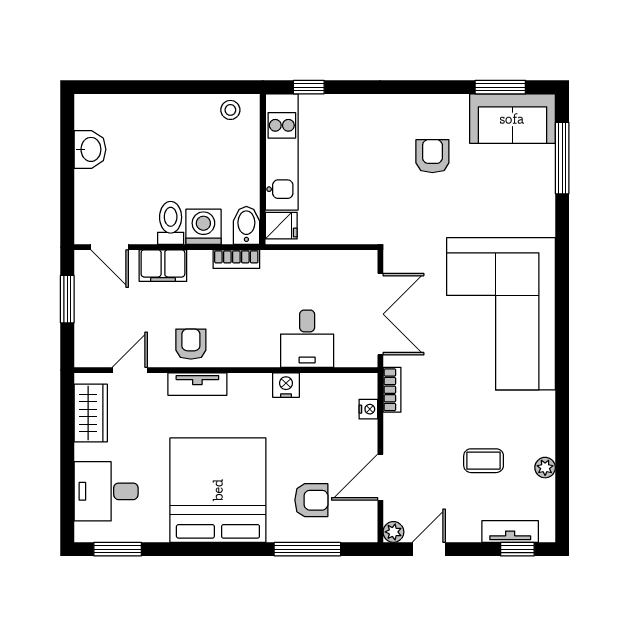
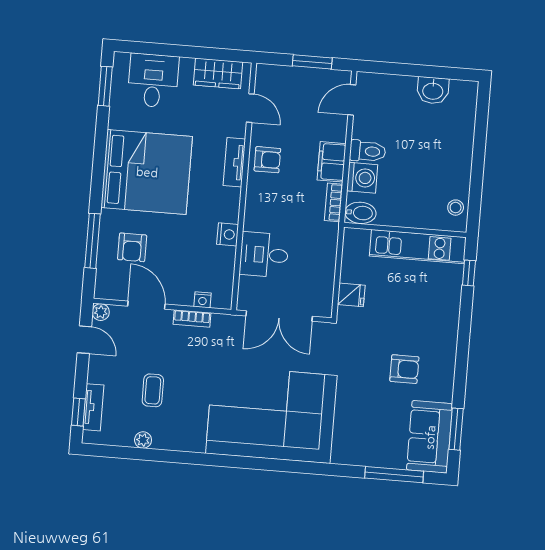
fridge: (281, 226) -> (351, 295), moved, turned -90
filing cabinet: (163, 266) -> (332, 162), moved
bookcase: (392, 390) -> (192, 318), moved

